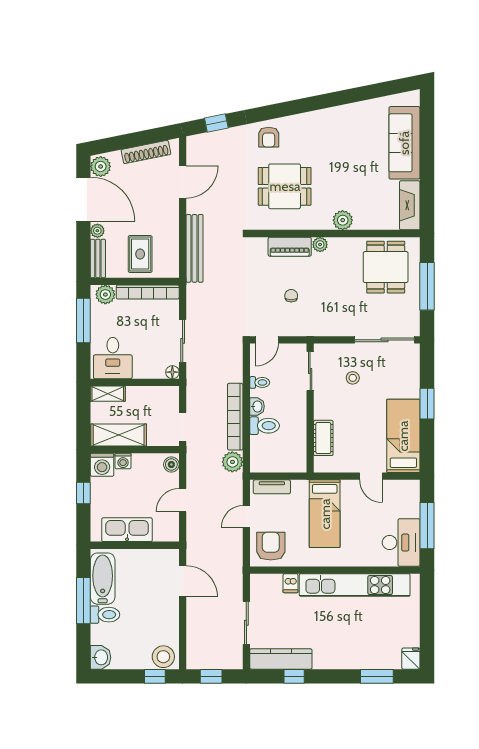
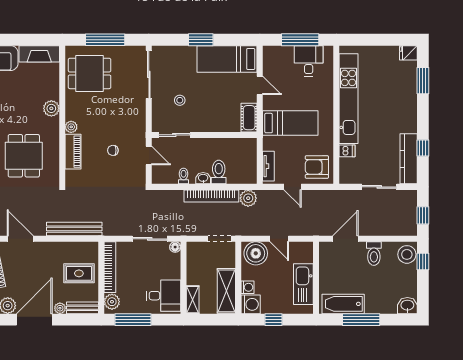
door: (267, 340) -> (149, 156), moved
cot: (323, 438) -> (249, 118), moved, turned 90
boiler: (171, 464) -> (256, 253), width x1.86, depth x1.86
door: (371, 476) -> (260, 85), hinge flipped
desk: (401, 543) -> (309, 61), width x0.73
toilet: (105, 615) -> (374, 254), moved, turned 180

